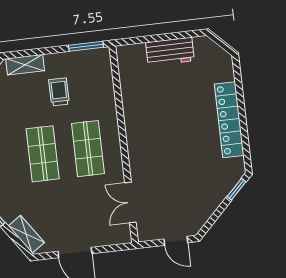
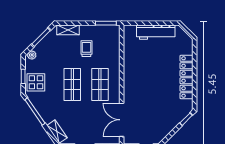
workbench: (170, 52) -> (156, 32), width x1.38
double door: (130, 203) -> (122, 120), width x1.37

